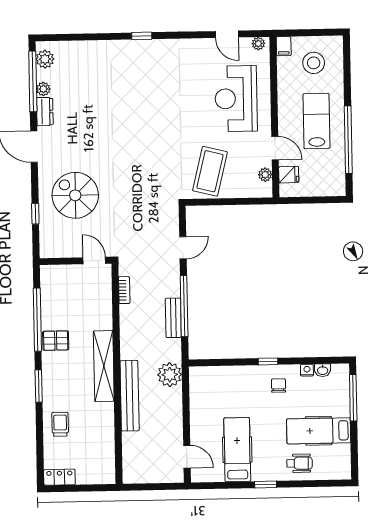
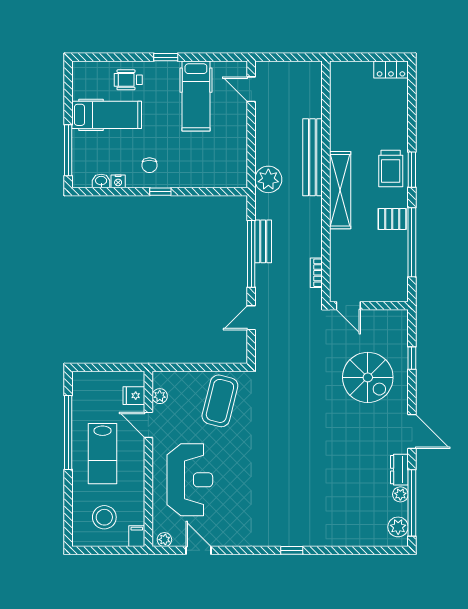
trolley: (60, 424) -> (391, 168), moved, width x1.36, depth x1.39

